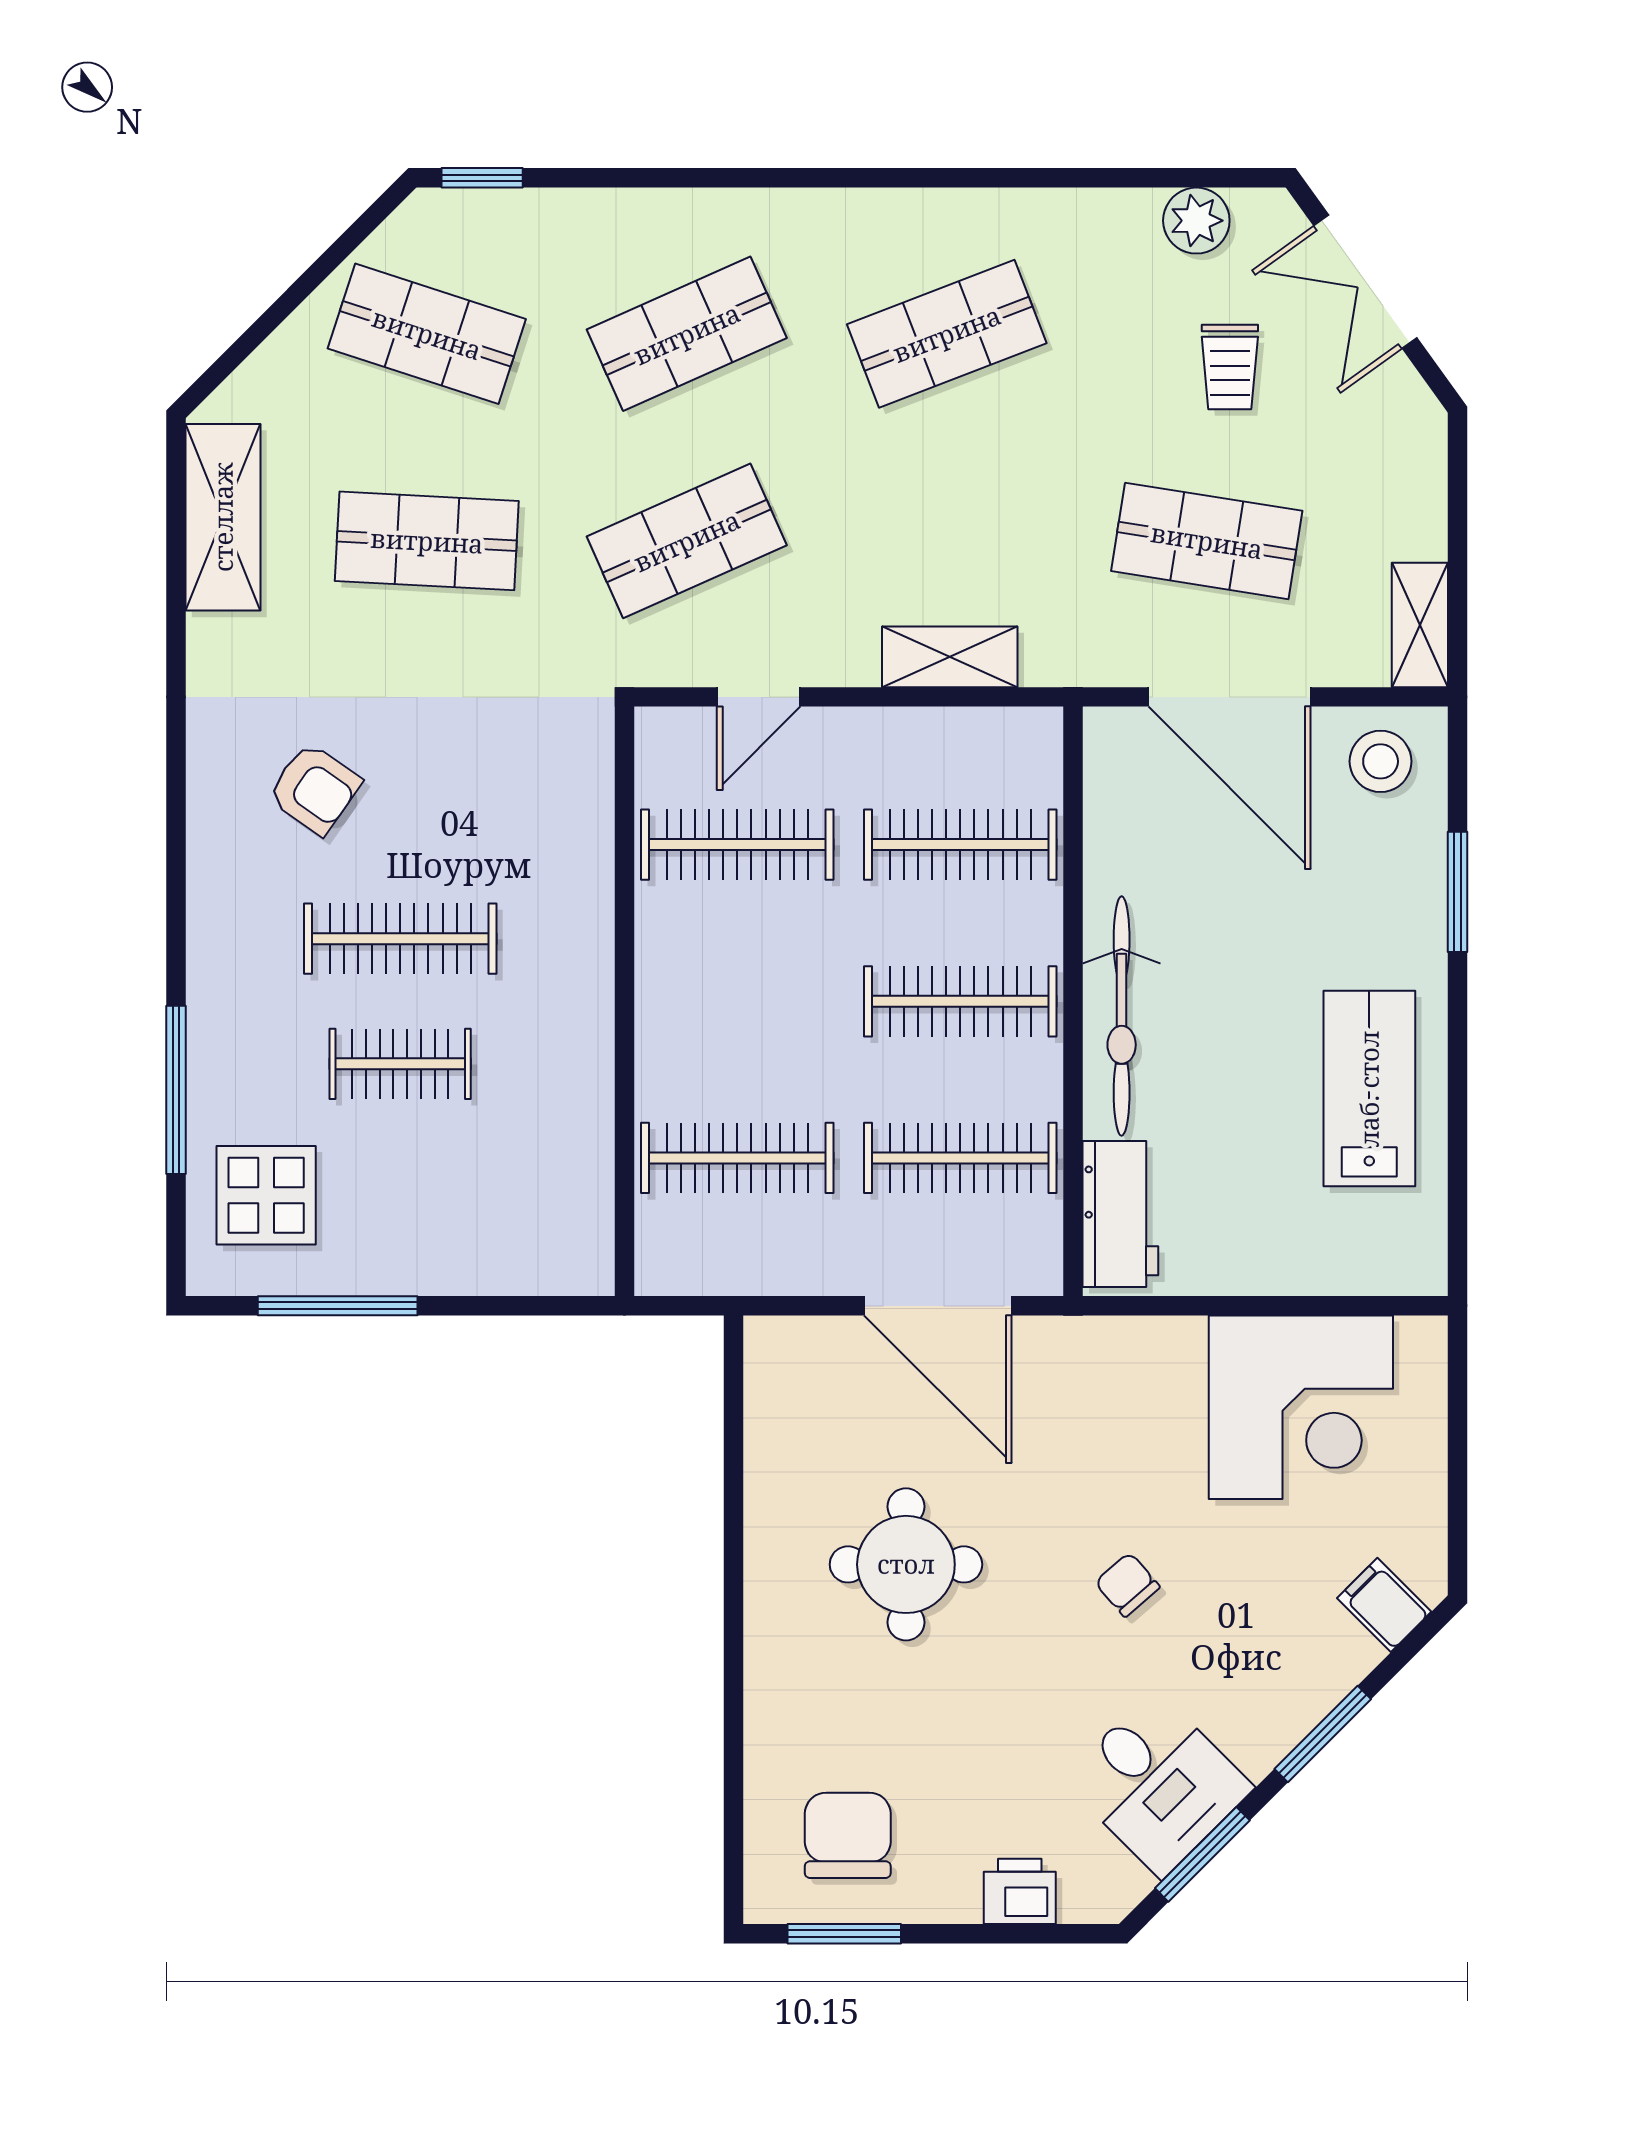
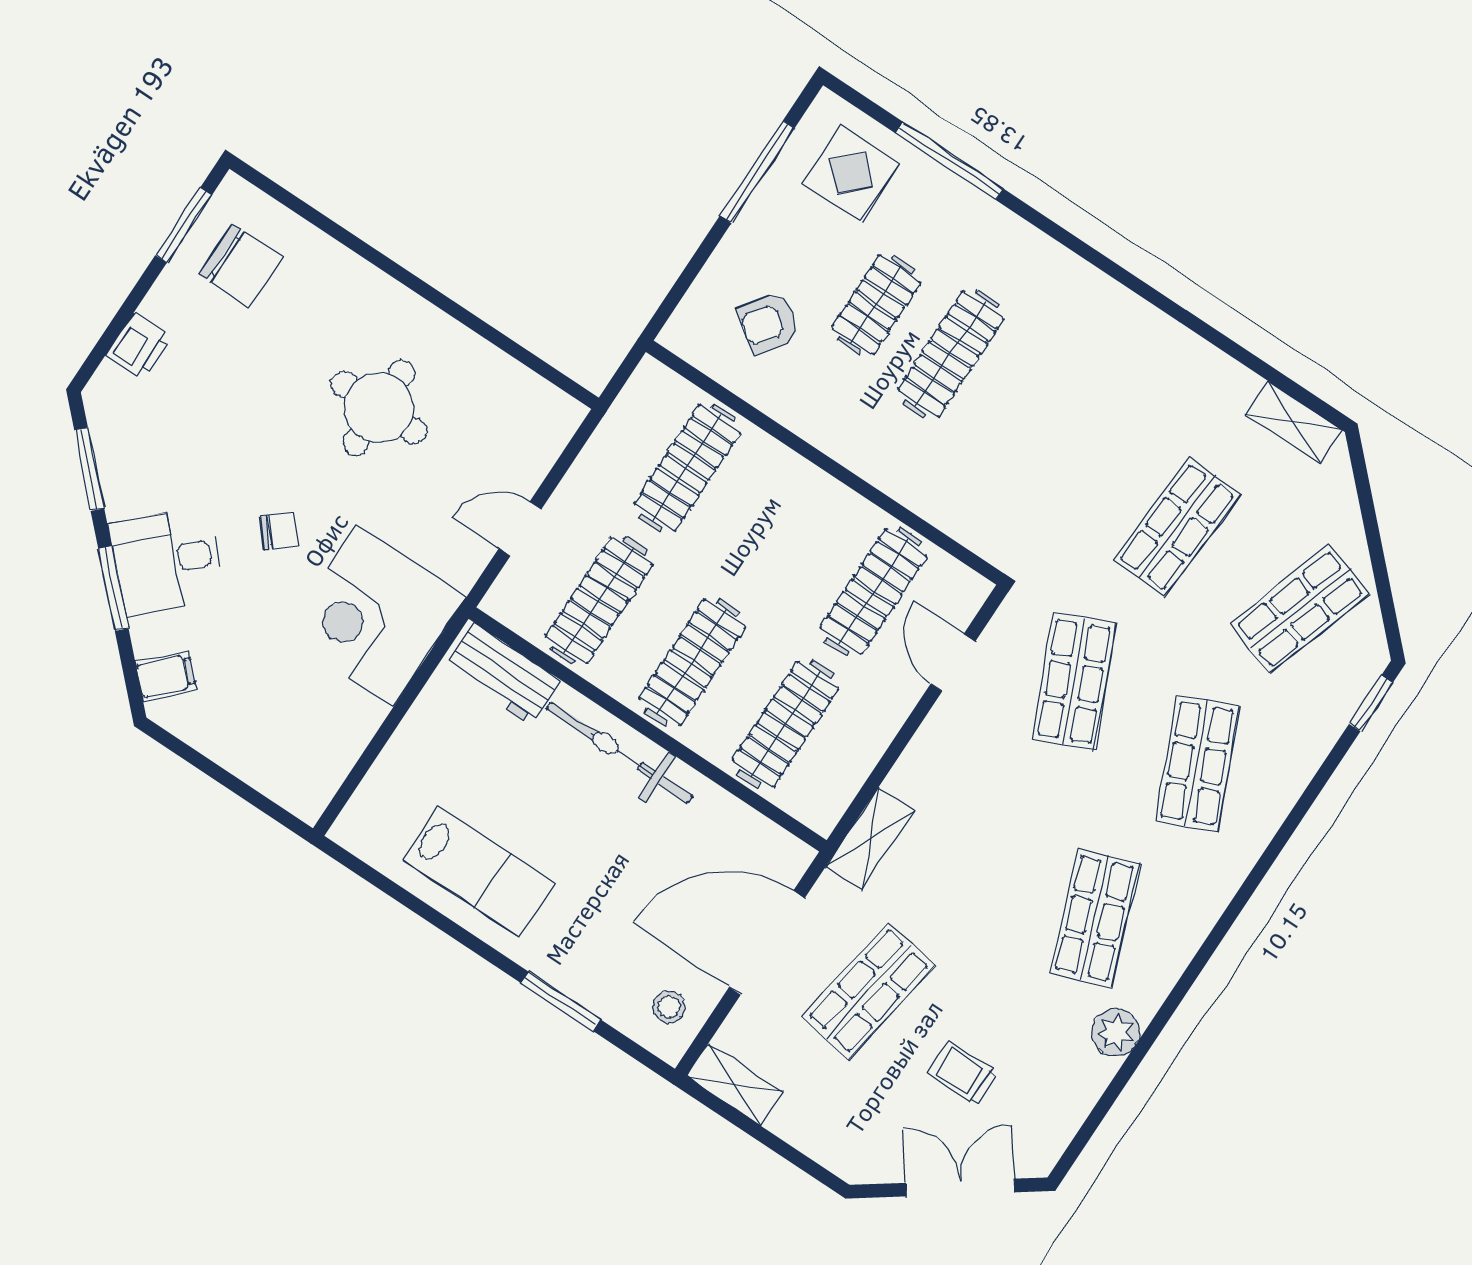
plant: (1196, 221) -> (1116, 1032), moved
shelving: (223, 517) -> (1294, 422), width x0.67, depth x0.75
shelving: (950, 657) -> (870, 839), moved
stool: (1381, 761) -> (669, 1007), width x0.73, depth x0.73
armchair: (314, 789) -> (769, 323), moved
door: (938, 1306) -> (520, 529), width x0.53
corner desk: (1301, 1407) -> (375, 616), moved
desk: (1158, 1784) -> (167, 561), moved

